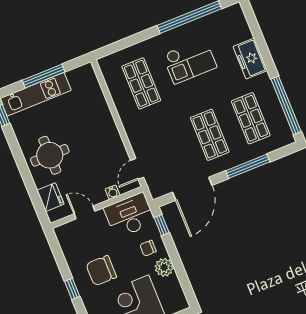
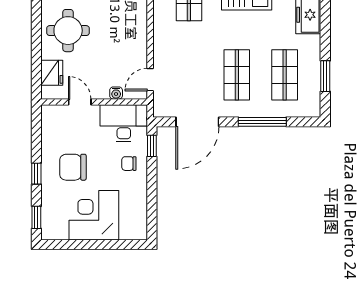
window: (286, 105) -> (325, 76), width x0.47
plant: (164, 267) -> (137, 189), removed

